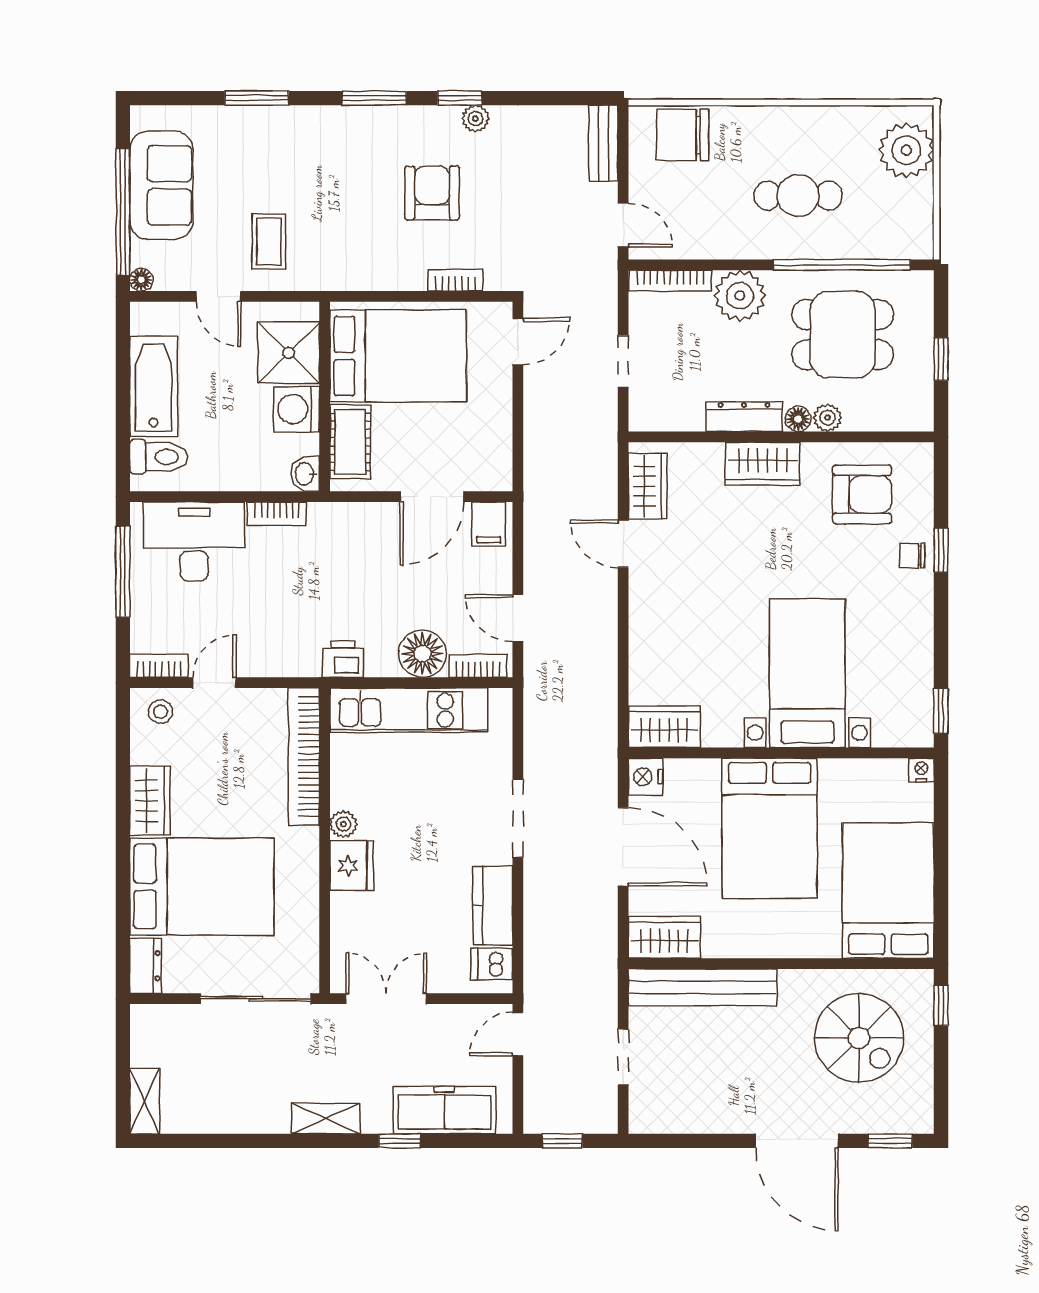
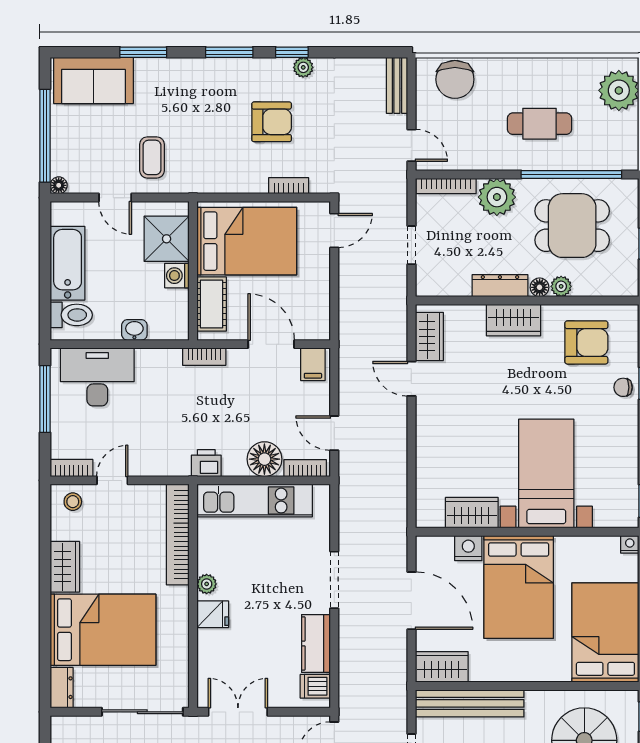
chair: (683, 135) -> (455, 79), turned -90
sofa: (161, 185) -> (93, 80), moved, turned 90
armchair: (432, 193) -> (272, 122), turned 90
washing machine: (296, 409) -> (177, 276), width x0.73, depth x0.73
washbasin: (305, 474) -> (134, 330), moved, turned 90
door: (432, 497) -> (271, 344), swing flipped
bookcase: (277, 514) -> (204, 357), moved
wardrobe: (664, 727) -> (472, 513), moved
nightstand: (646, 777) -> (468, 548), moved, turned 90
fridge: (352, 866) -> (213, 614), width x0.72

